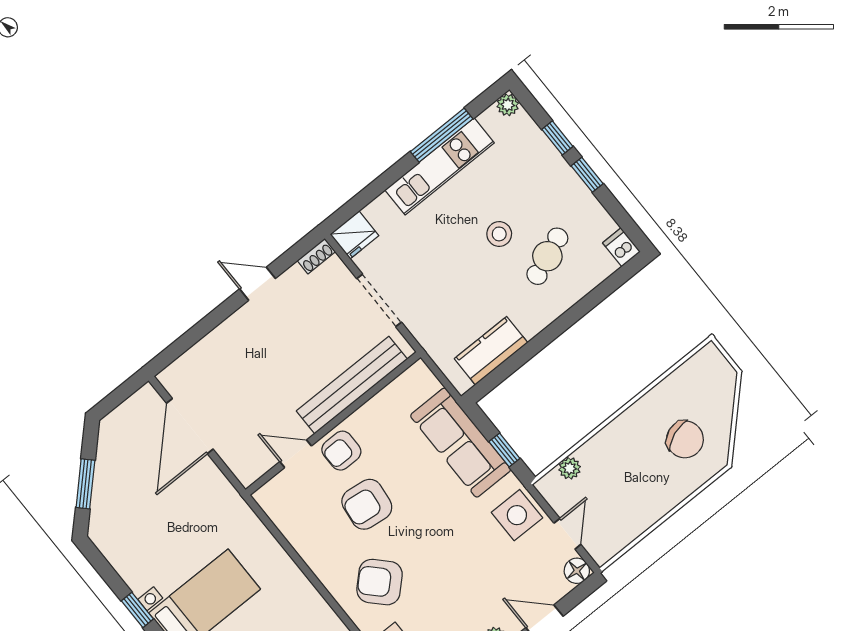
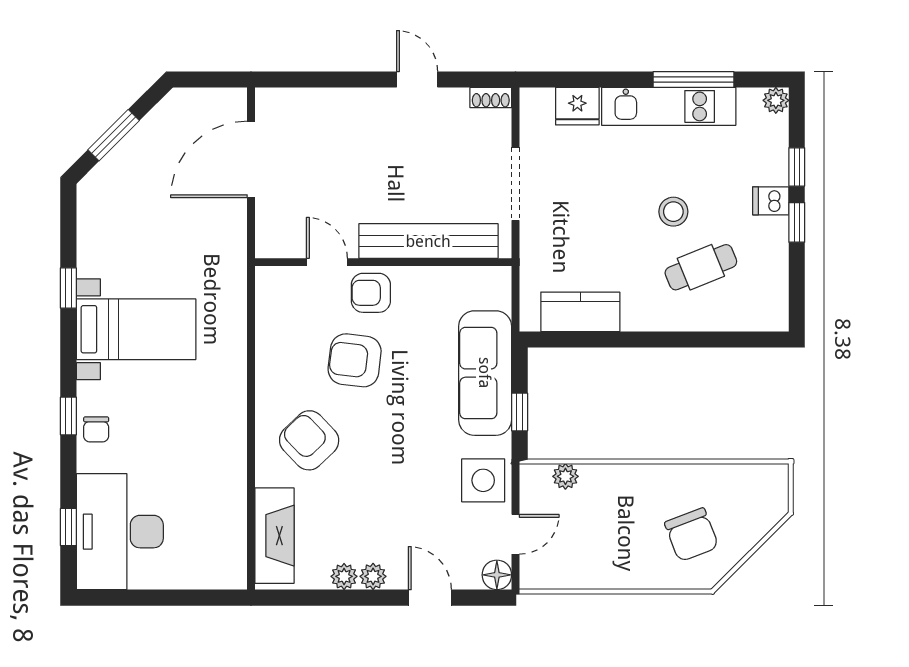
fridge: (354, 235) -> (577, 106), moved
dishwasher: (621, 247) -> (771, 201), moved, turned -90

